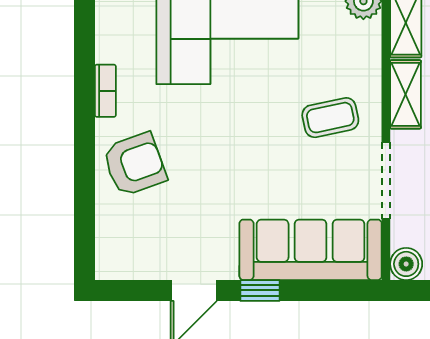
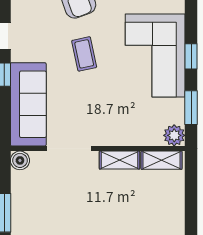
coffee table: (330, 118) -> (84, 54), moved

